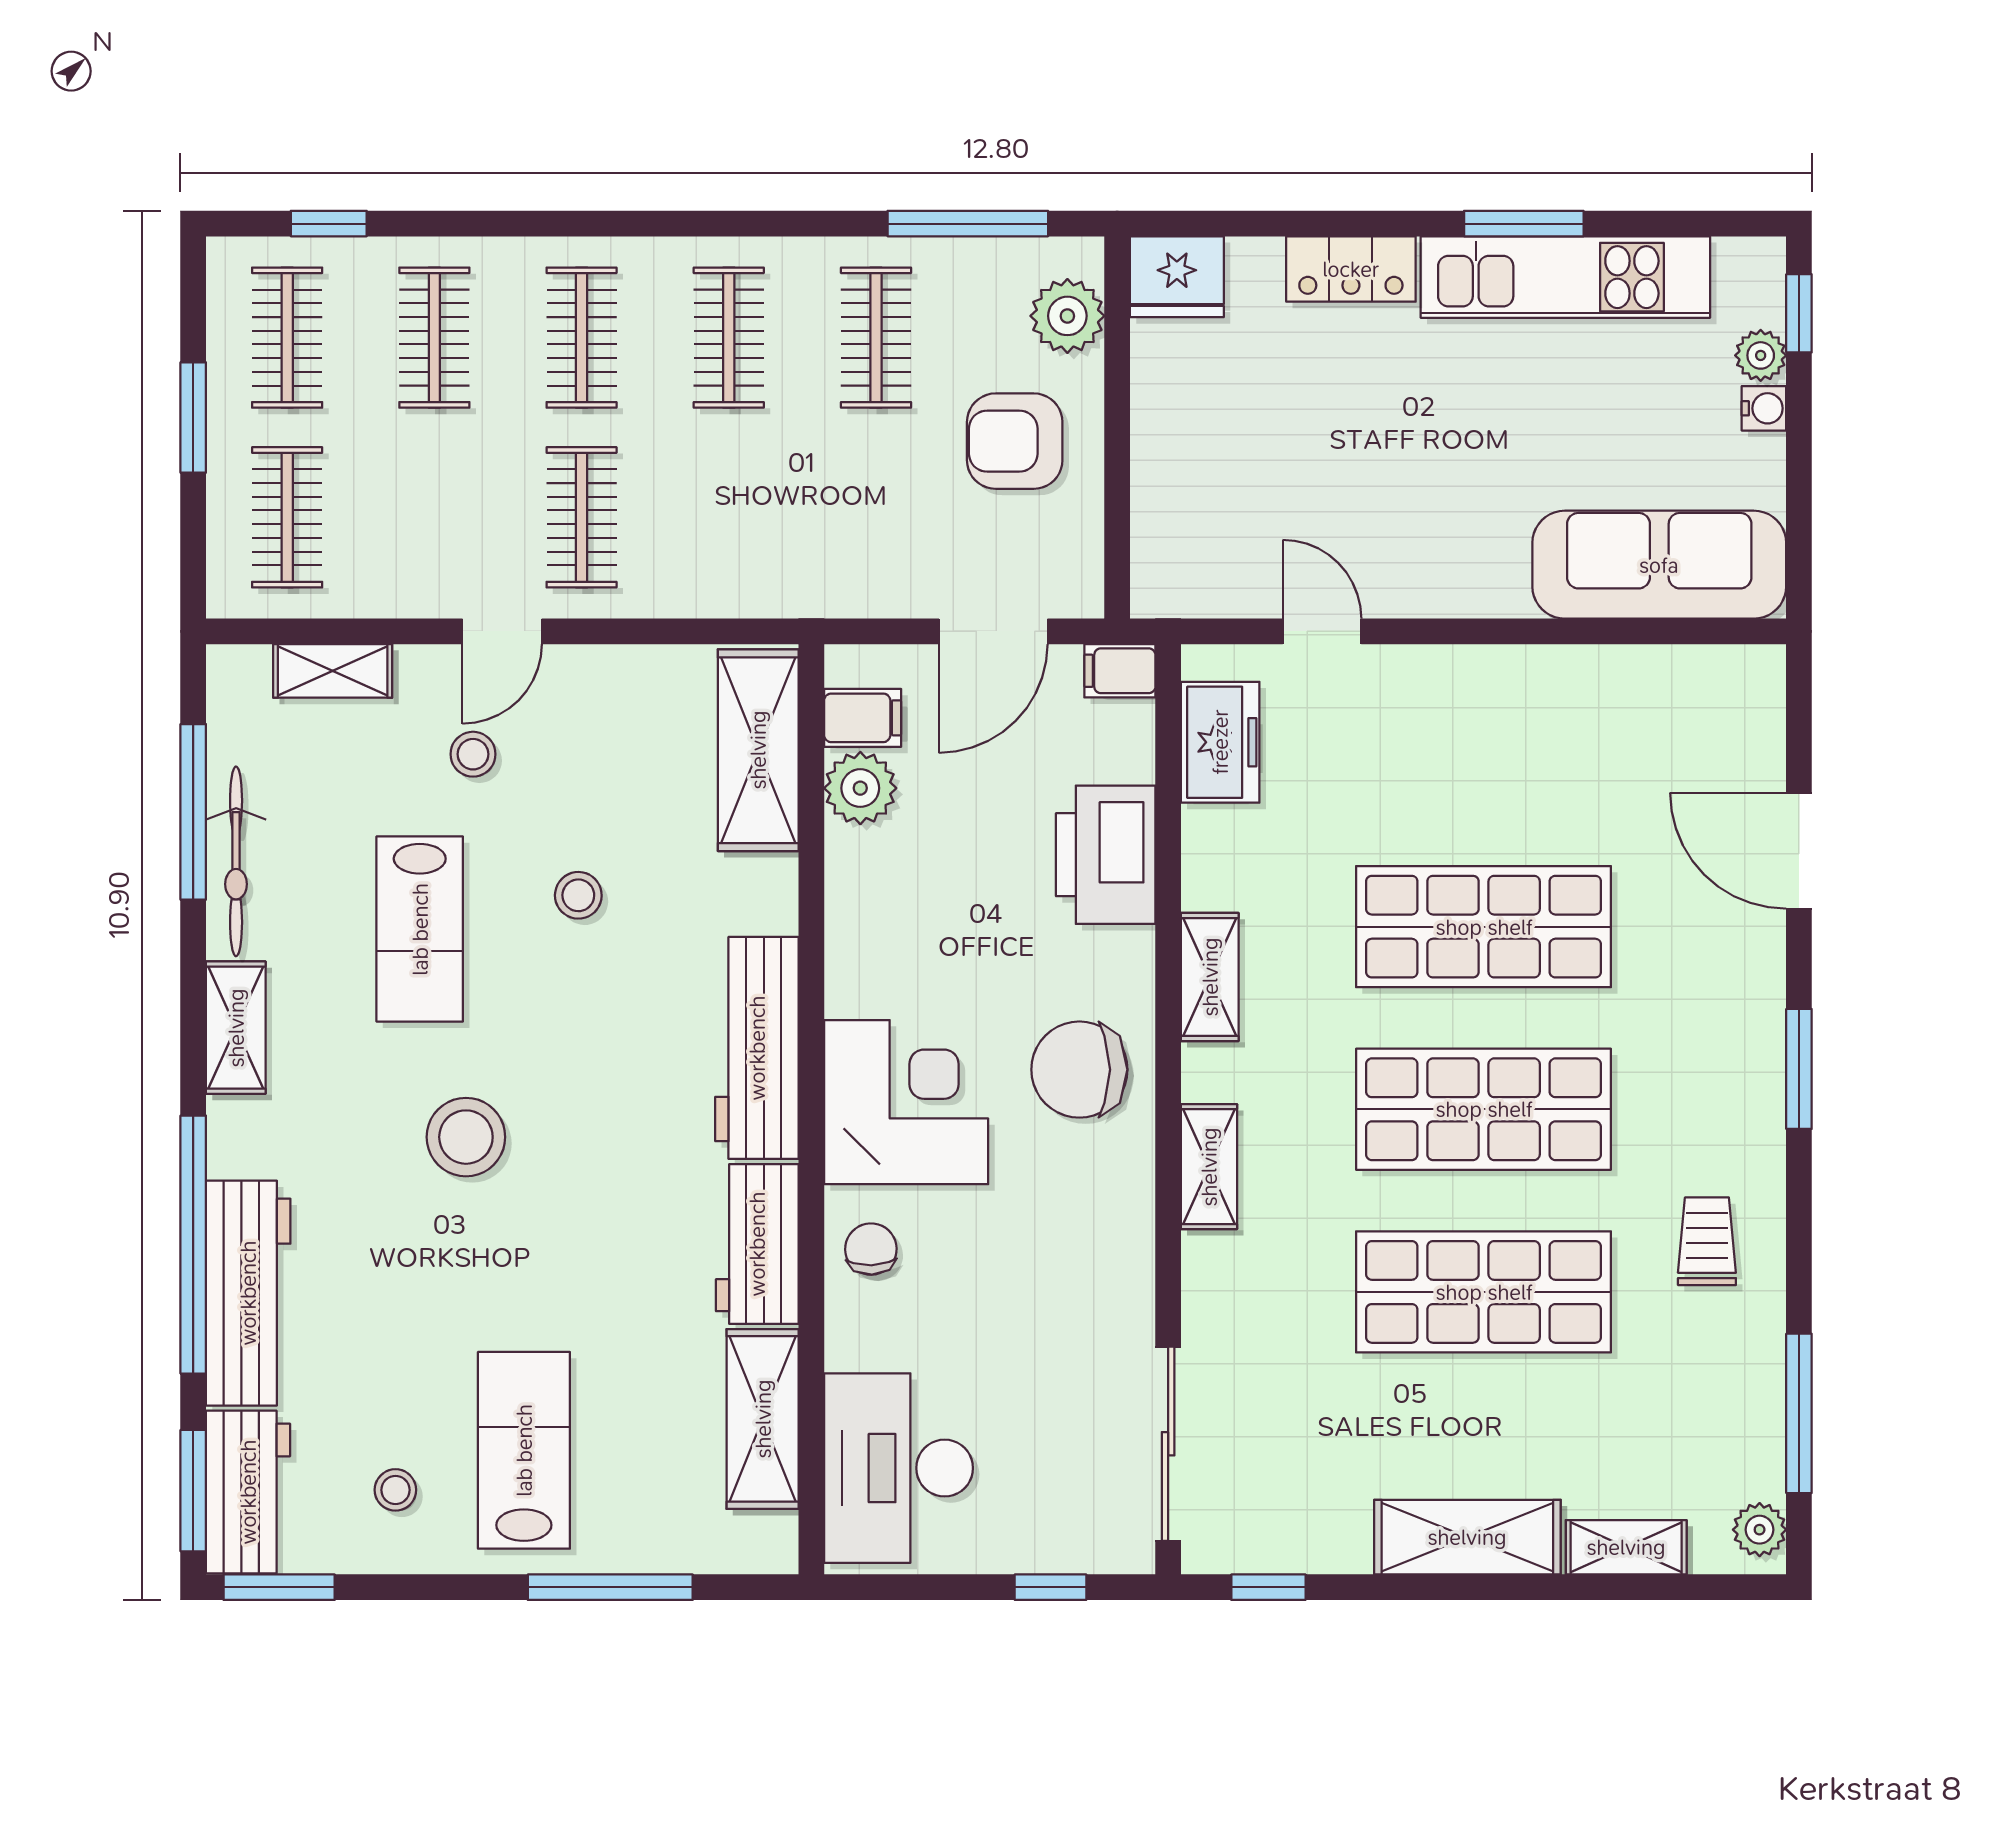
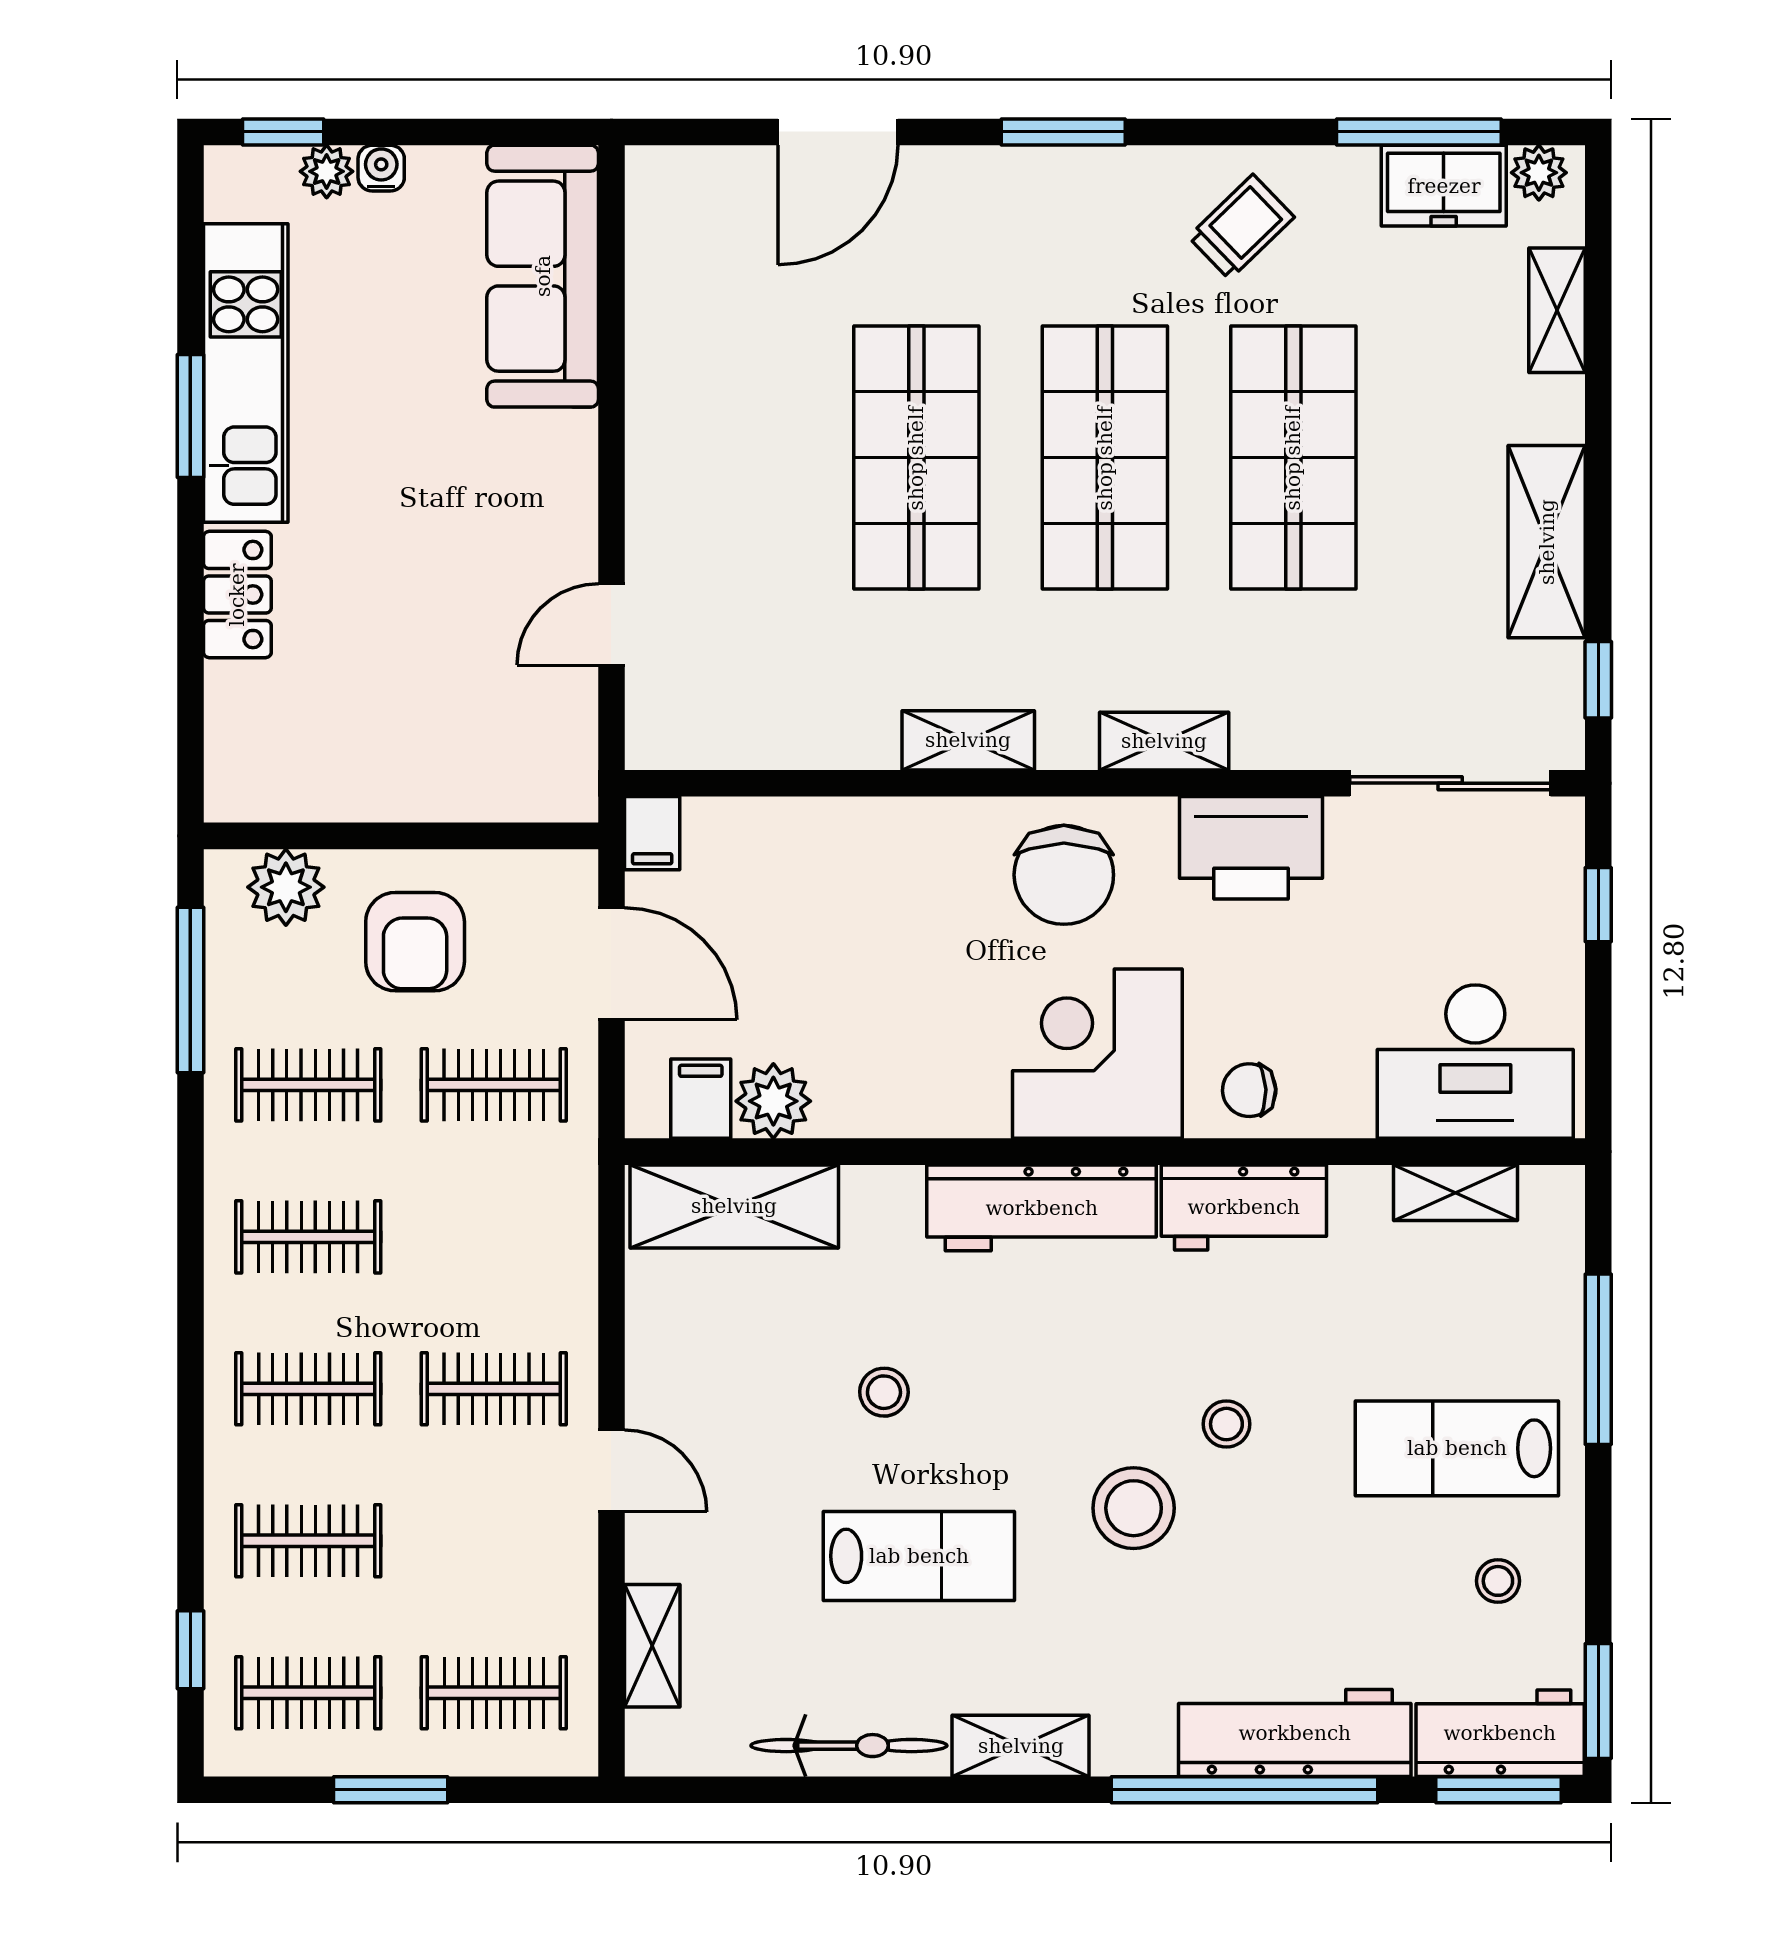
fridge: (1177, 277) -> (245, 774), removed
clothes rail: (876, 517) -> (494, 1085), added
freezer: (1220, 742) -> (1444, 186), moved, turned 180
stool: (473, 754) -> (1226, 1424), moved
window: (193, 812) -> (798, 1790), removed
printer: (1106, 855) -> (1251, 848), moved
trolley: (1707, 1241) -> (1241, 227), turned 136
shelving: (763, 1419) -> (1456, 1193), width x0.67, depth x0.75
shelving: (1467, 1537) -> (1547, 542), moved

